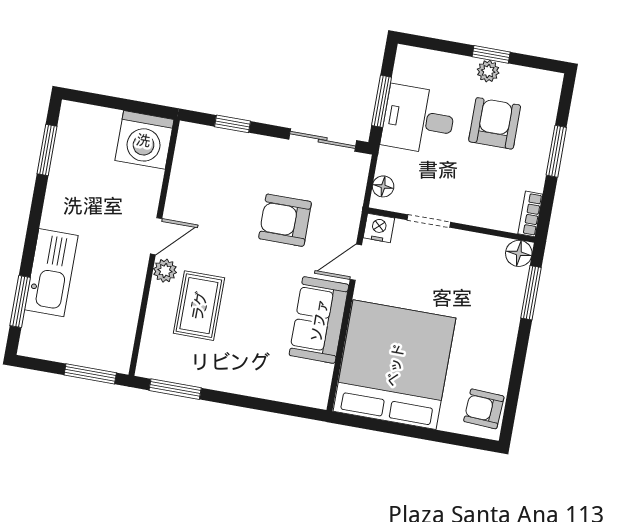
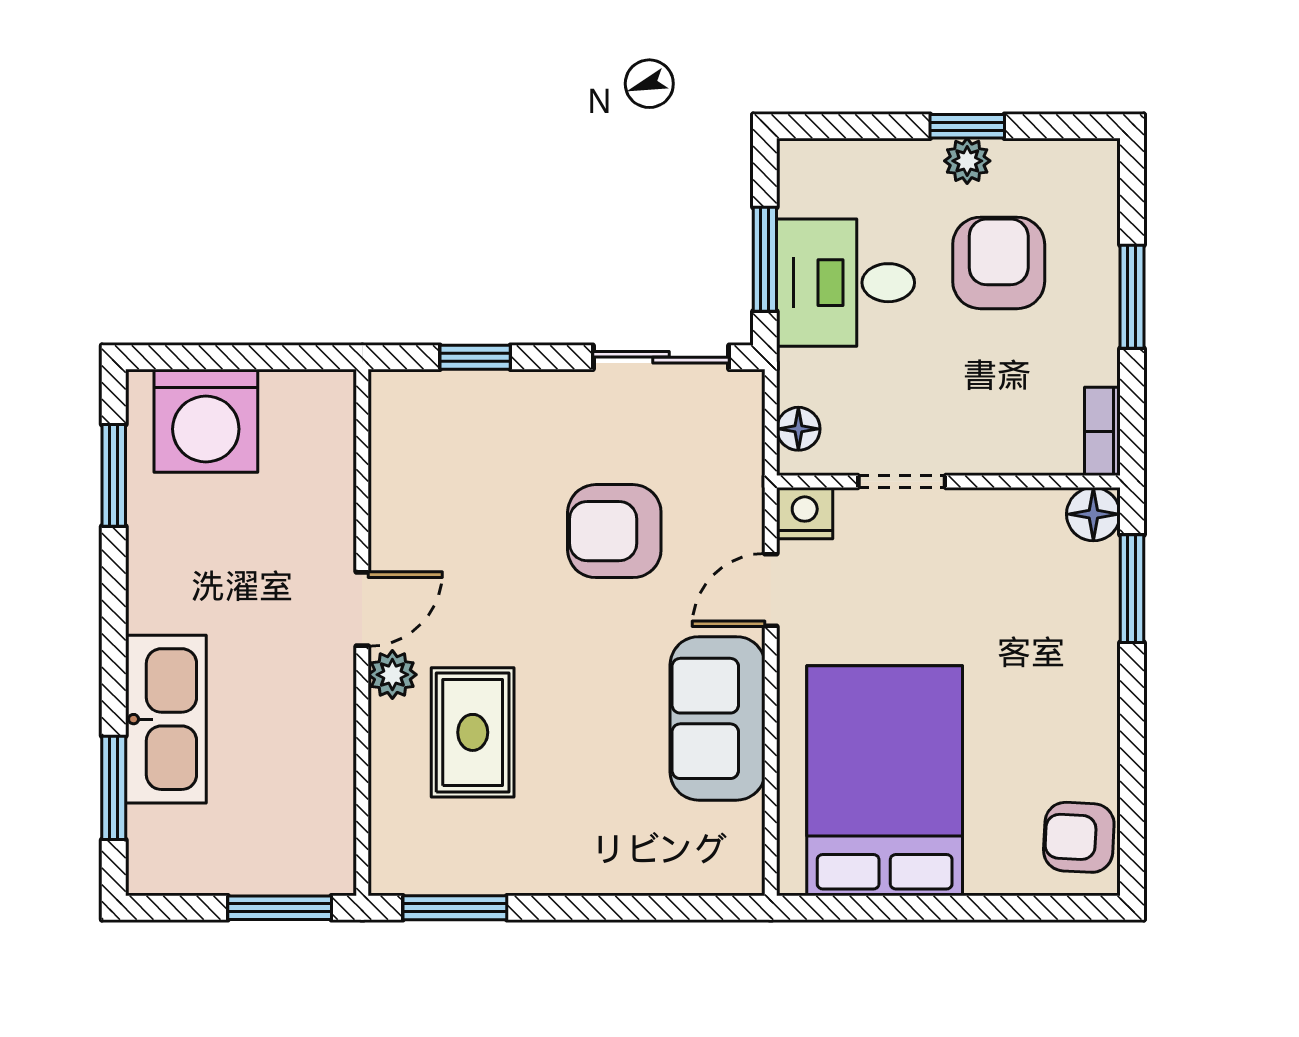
washing machine: (144, 140) -> (206, 421), moved
bed: (395, 365) -> (885, 781), width x0.73

